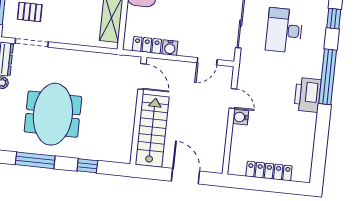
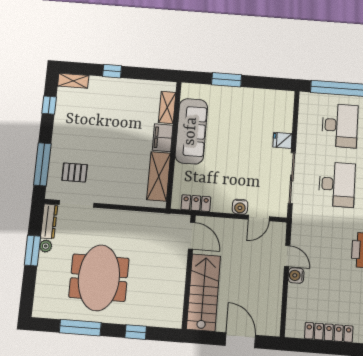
desk: (284, 30) -> (337, 184), turned 180
water cooler: (170, 48) -> (240, 207), moved

